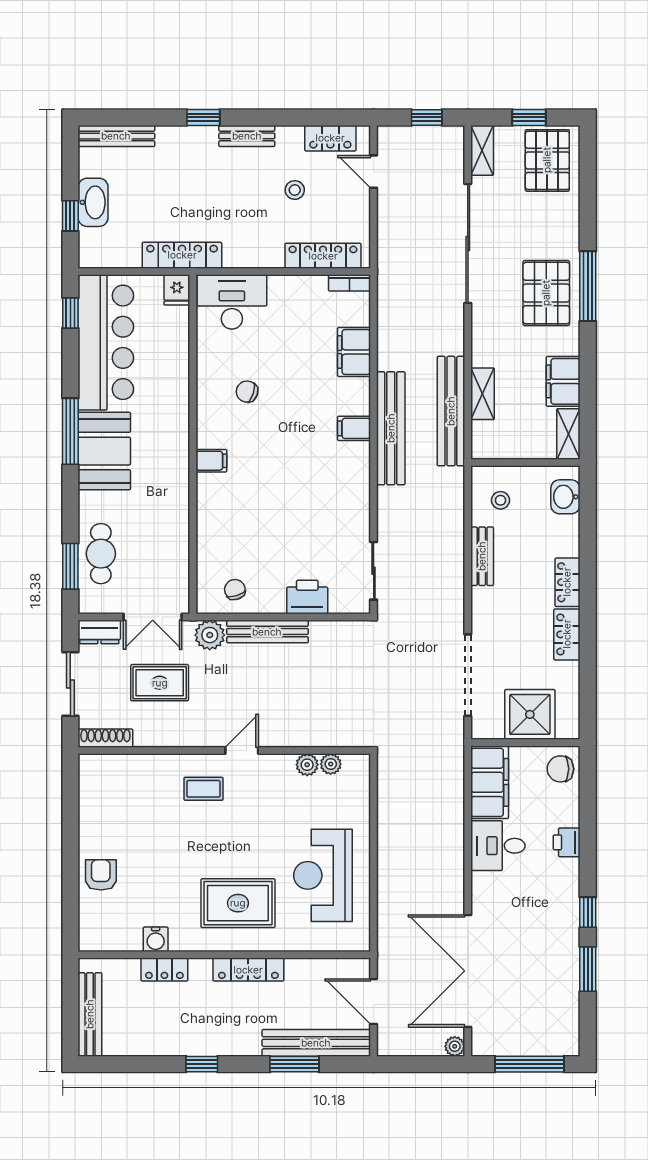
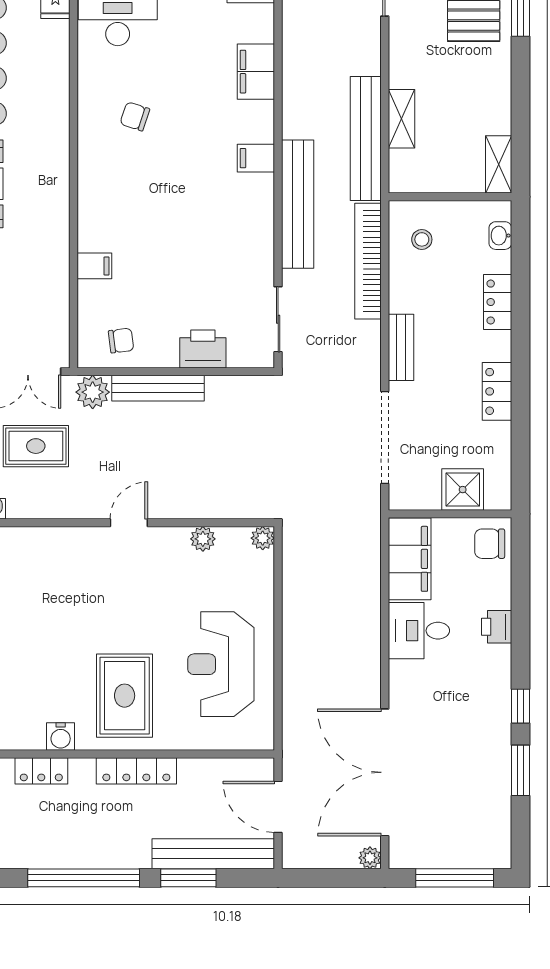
filing cabinet: (563, 381) -> (493, 105), removed
bench: (391, 428) -> (298, 204), moved
filing cabinet: (211, 461) -> (94, 266), moved
washbasin: (565, 497) -> (500, 236), width x0.72, depth x0.69
bookcase: (453, 519) -> (368, 261), added
bench: (482, 556) -> (401, 347), moved
locker: (567, 582) -> (498, 302), moved
chair: (235, 590) -> (121, 341), turned 100
shower: (530, 714) -> (463, 490), width x0.73, depth x0.73
plant: (331, 764) -> (263, 538), moved
coffee table: (203, 789) -> (85, 566), removed
rug: (238, 903) -> (125, 696), turned 90
water cooler: (156, 939) -> (61, 737), moved
window: (202, 1064) -> (84, 878), width x3.17

